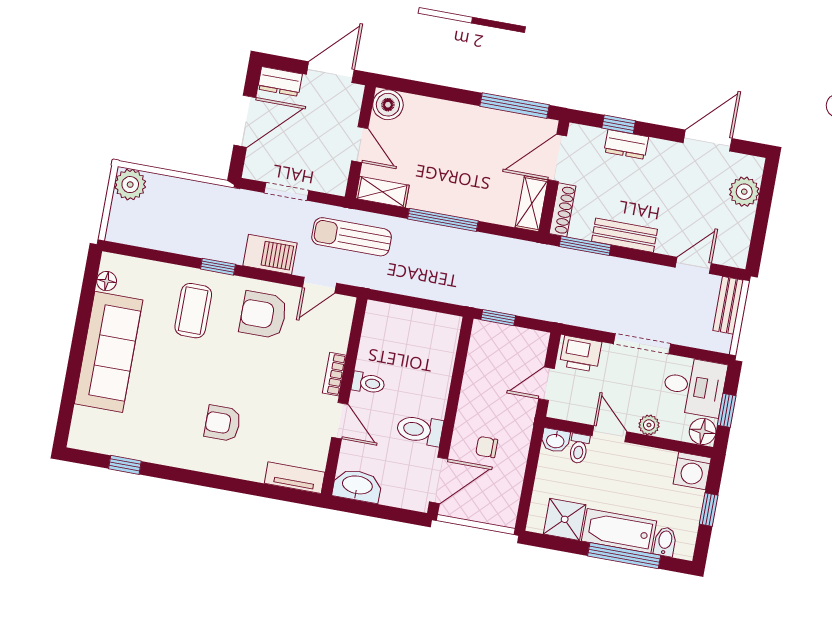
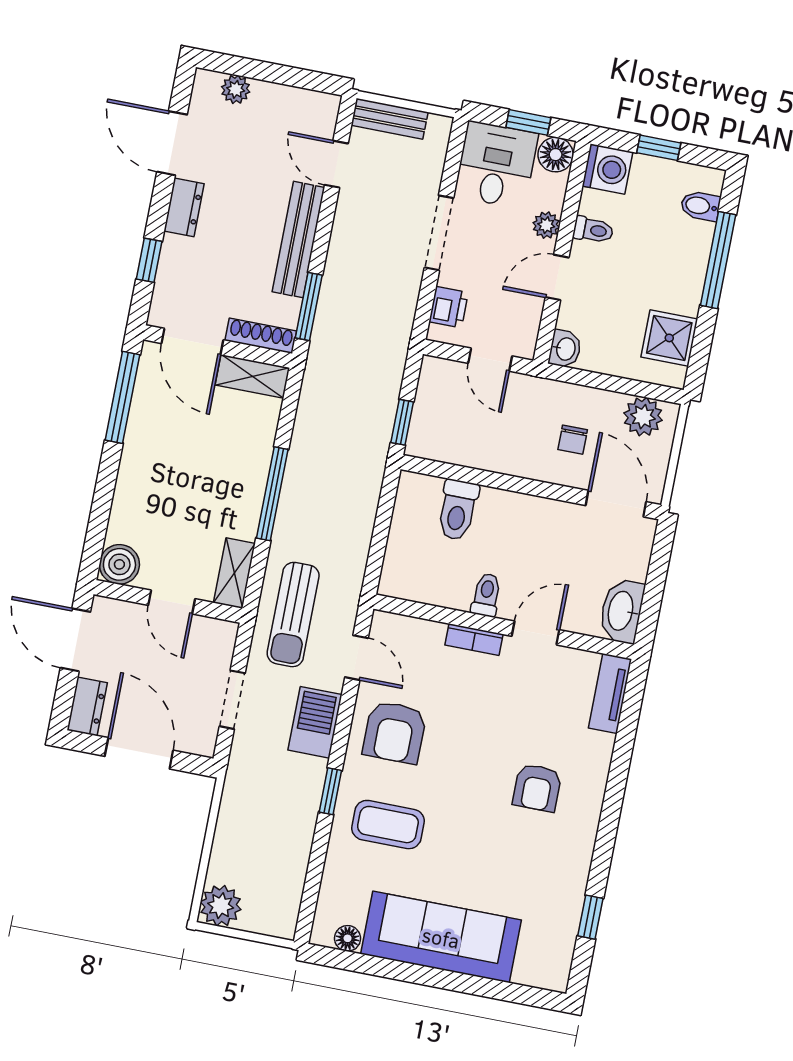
dresser: (626, 144) -> (184, 207), moved
door: (360, 145) -> (172, 602), swing flipped
plant: (744, 192) -> (236, 89), width x0.73, depth x0.73
bench: (625, 235) -> (298, 240), width x1.36
printer: (580, 354) -> (449, 307), width x0.73, depth x0.81
toilet: (420, 430) -> (458, 510), moved
toilet: (579, 448) -> (593, 230), moved
plant: (505, 500) -> (643, 417), added
bathtub: (619, 531) -> (686, 266), removed

